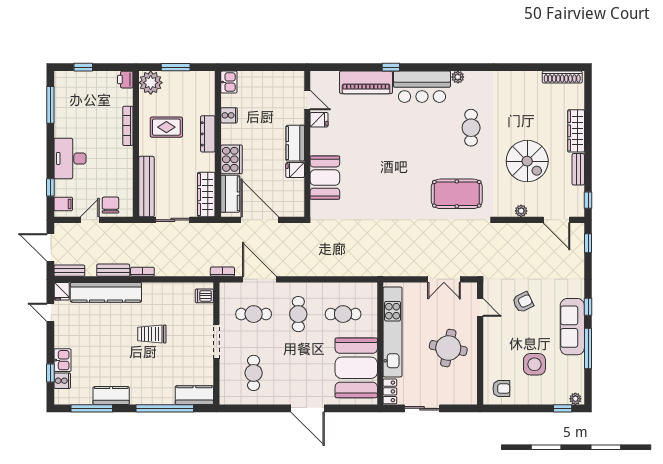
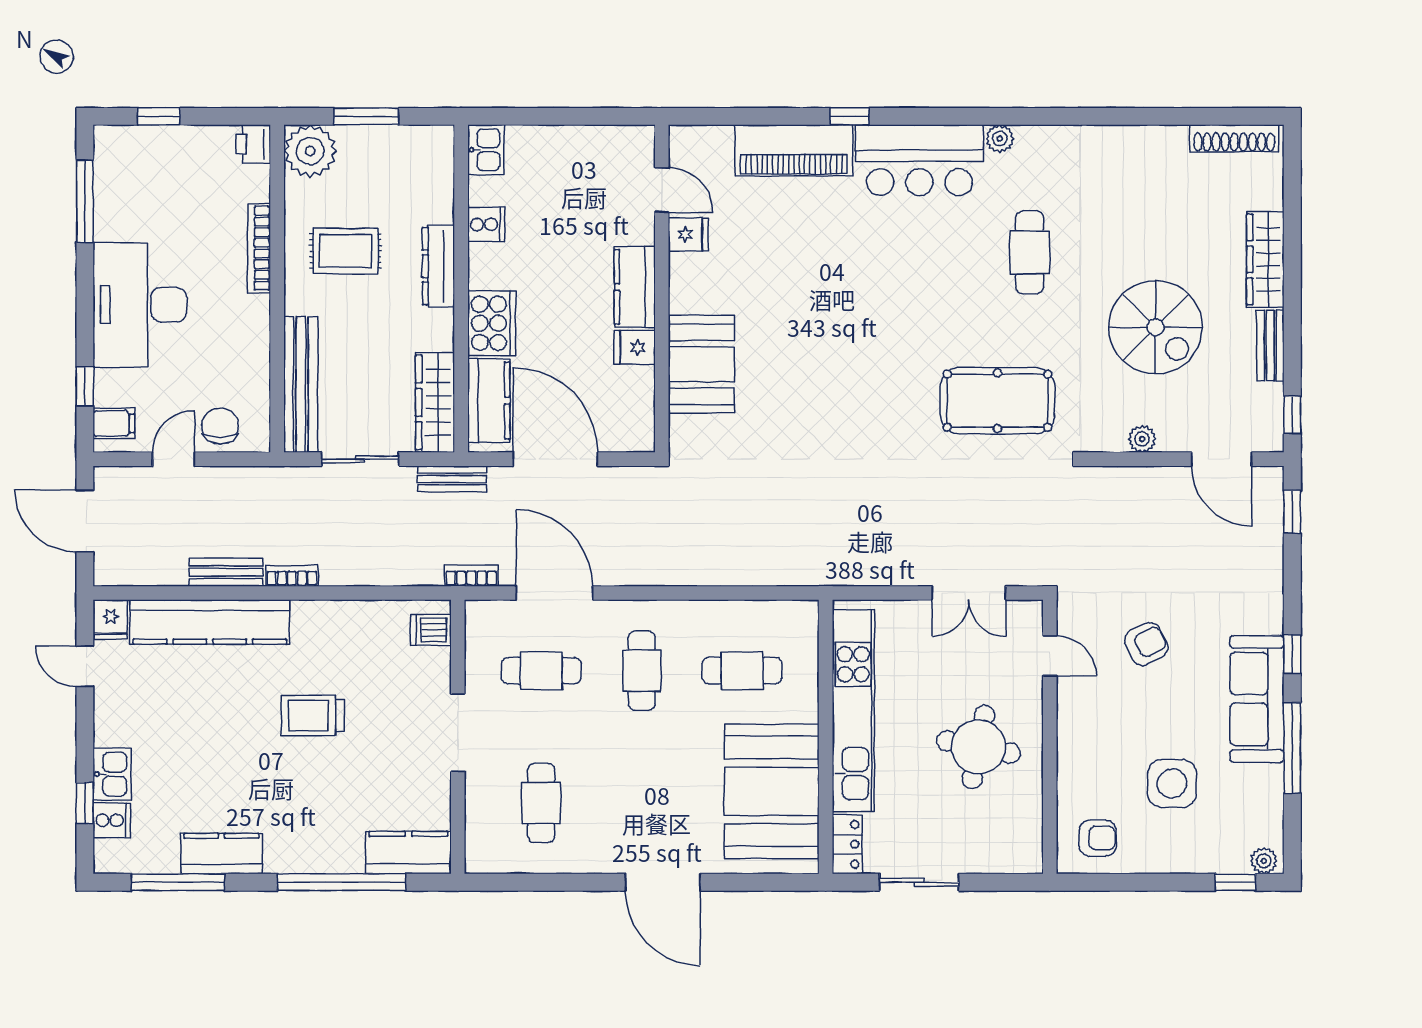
desk: (70, 158) -> (140, 305), width x1.36, depth x1.30
bench: (69, 271) -> (452, 479), moved

